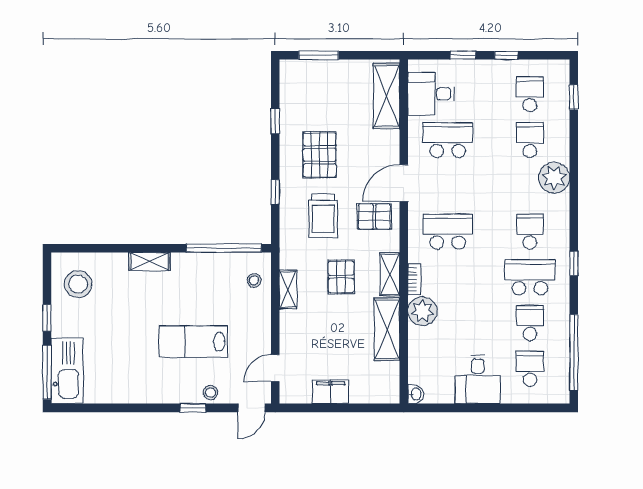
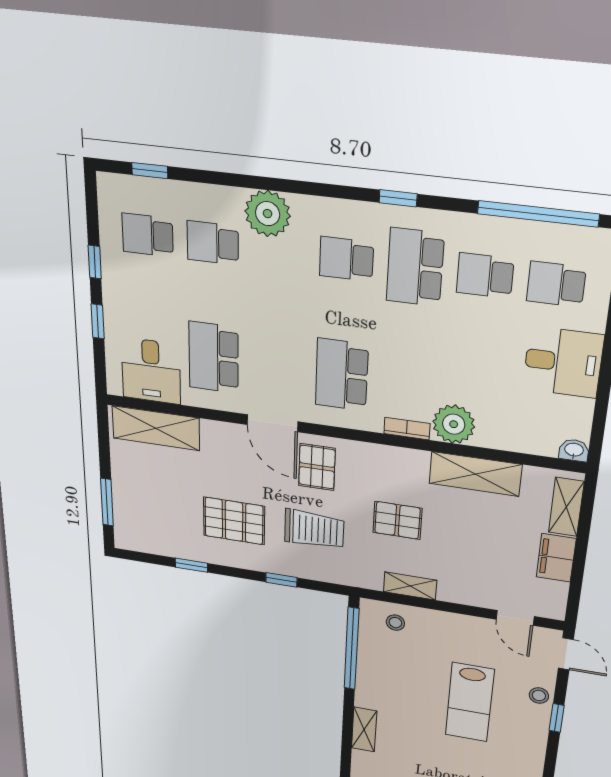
shelving: (390, 274) -> (566, 507), moved, turned 90

